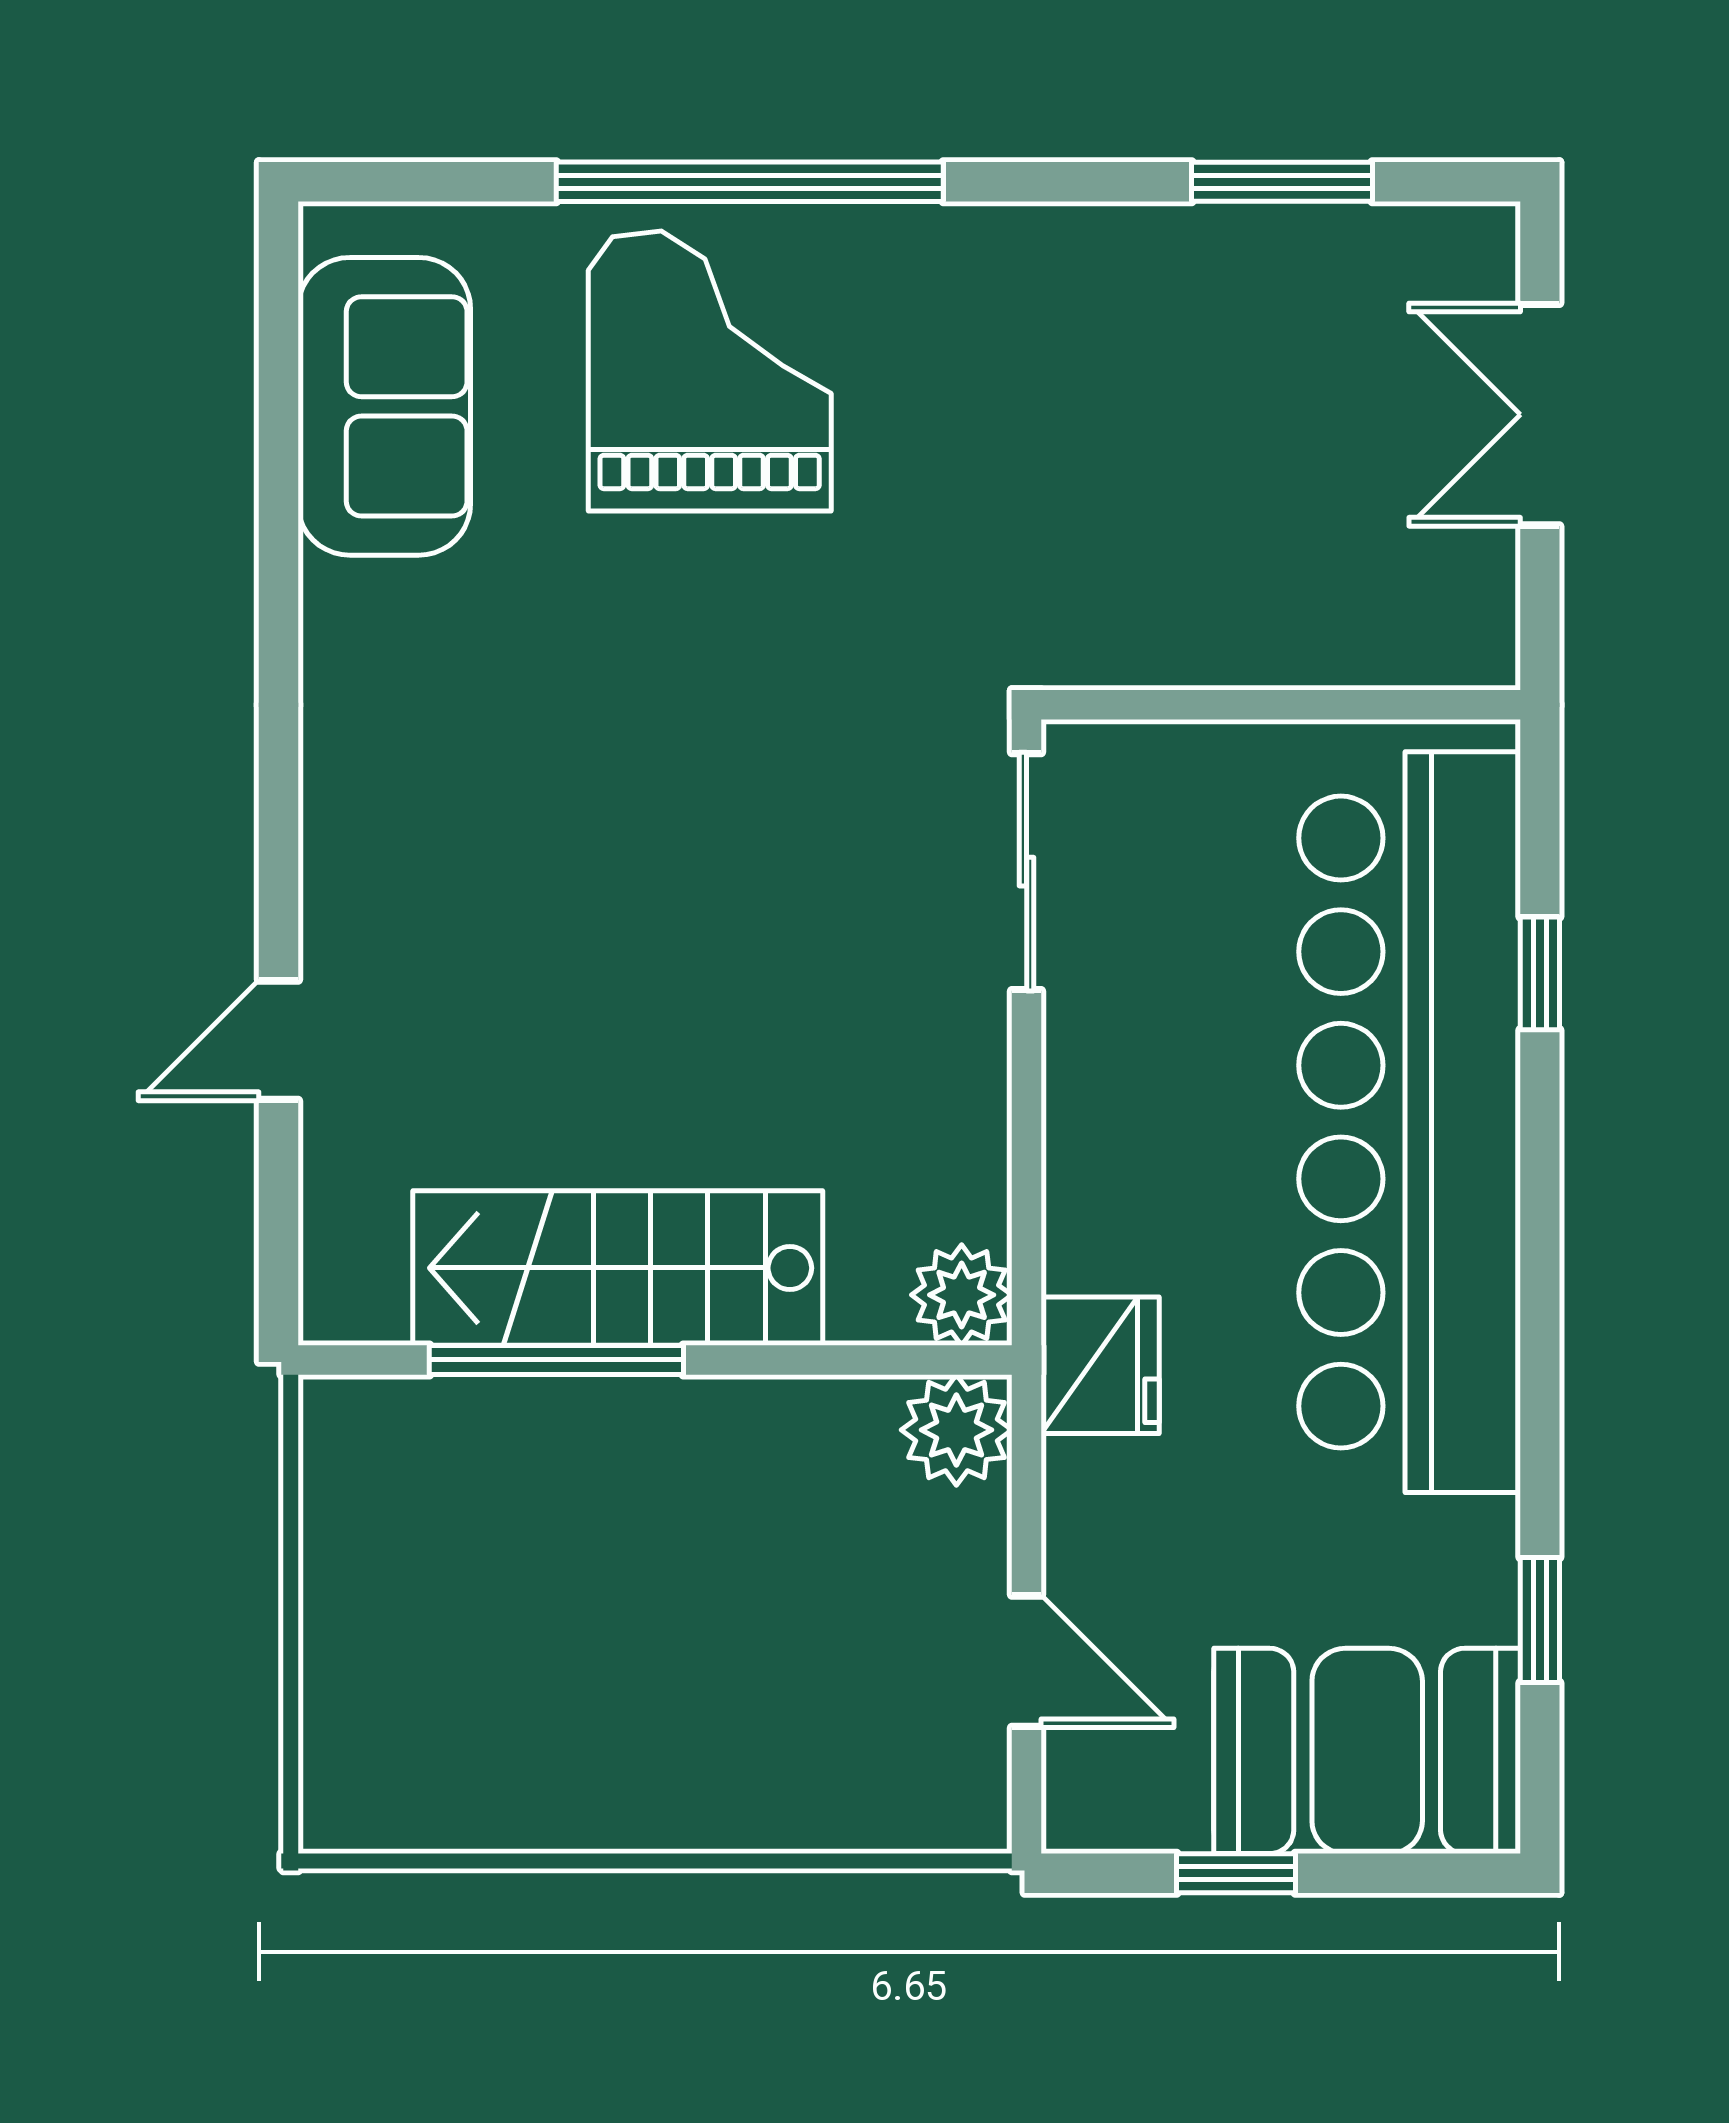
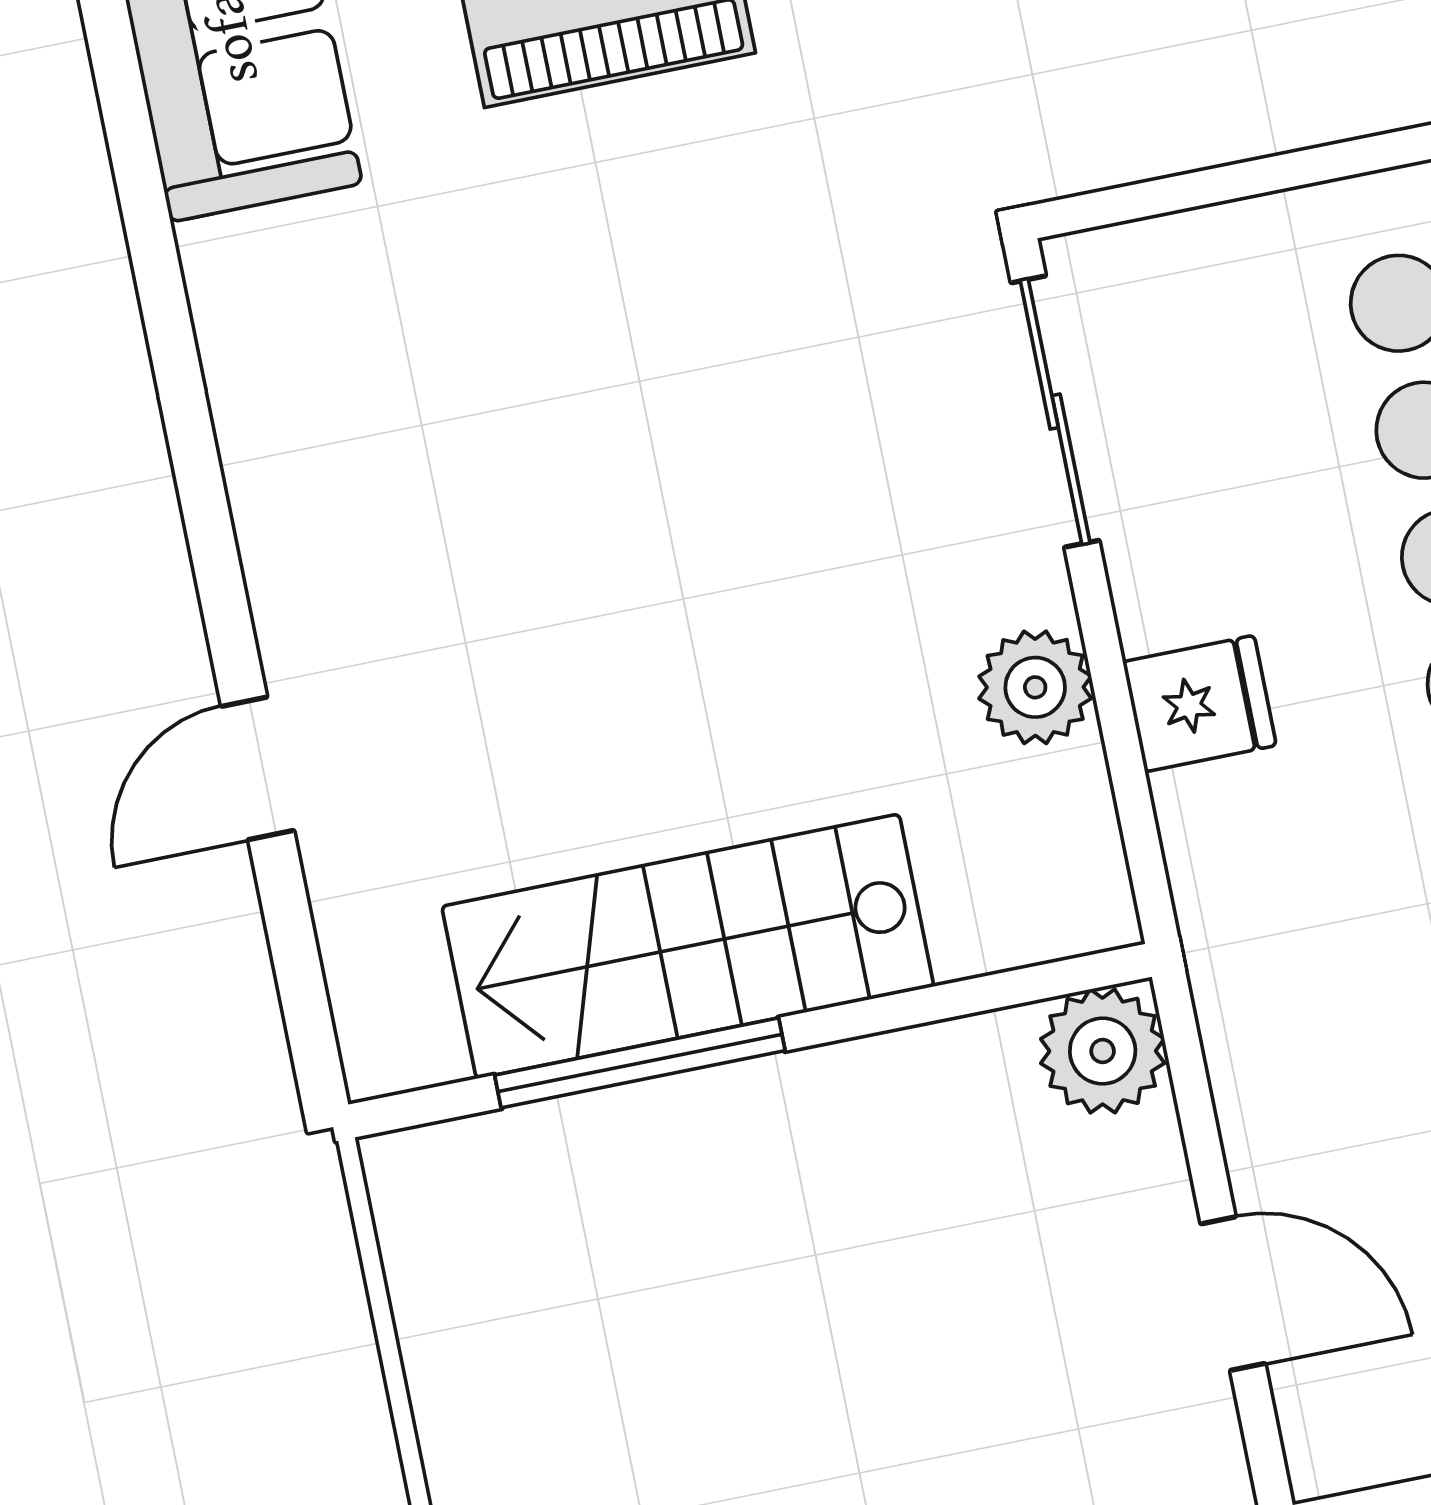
plant: (962, 1295) -> (1035, 687), moved
fridge: (1100, 1365) -> (1199, 704), moved, width x0.72

